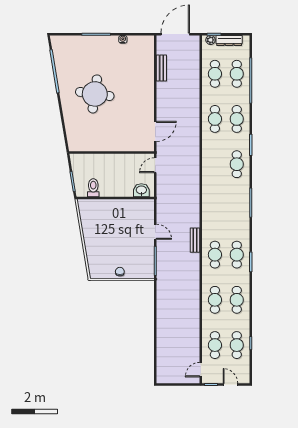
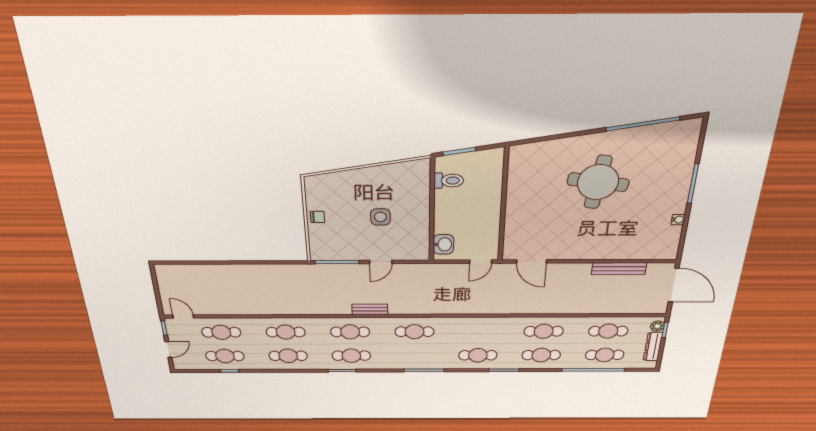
bench: (161, 68) -> (619, 269), width x1.36
door: (155, 165) -> (481, 262), swing flipped
cafe table: (215, 209) -> (415, 332), added
side table: (120, 231) -> (380, 217), added

